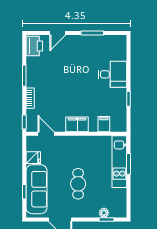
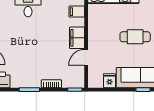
door: (46, 134) -> (86, 57), moved

